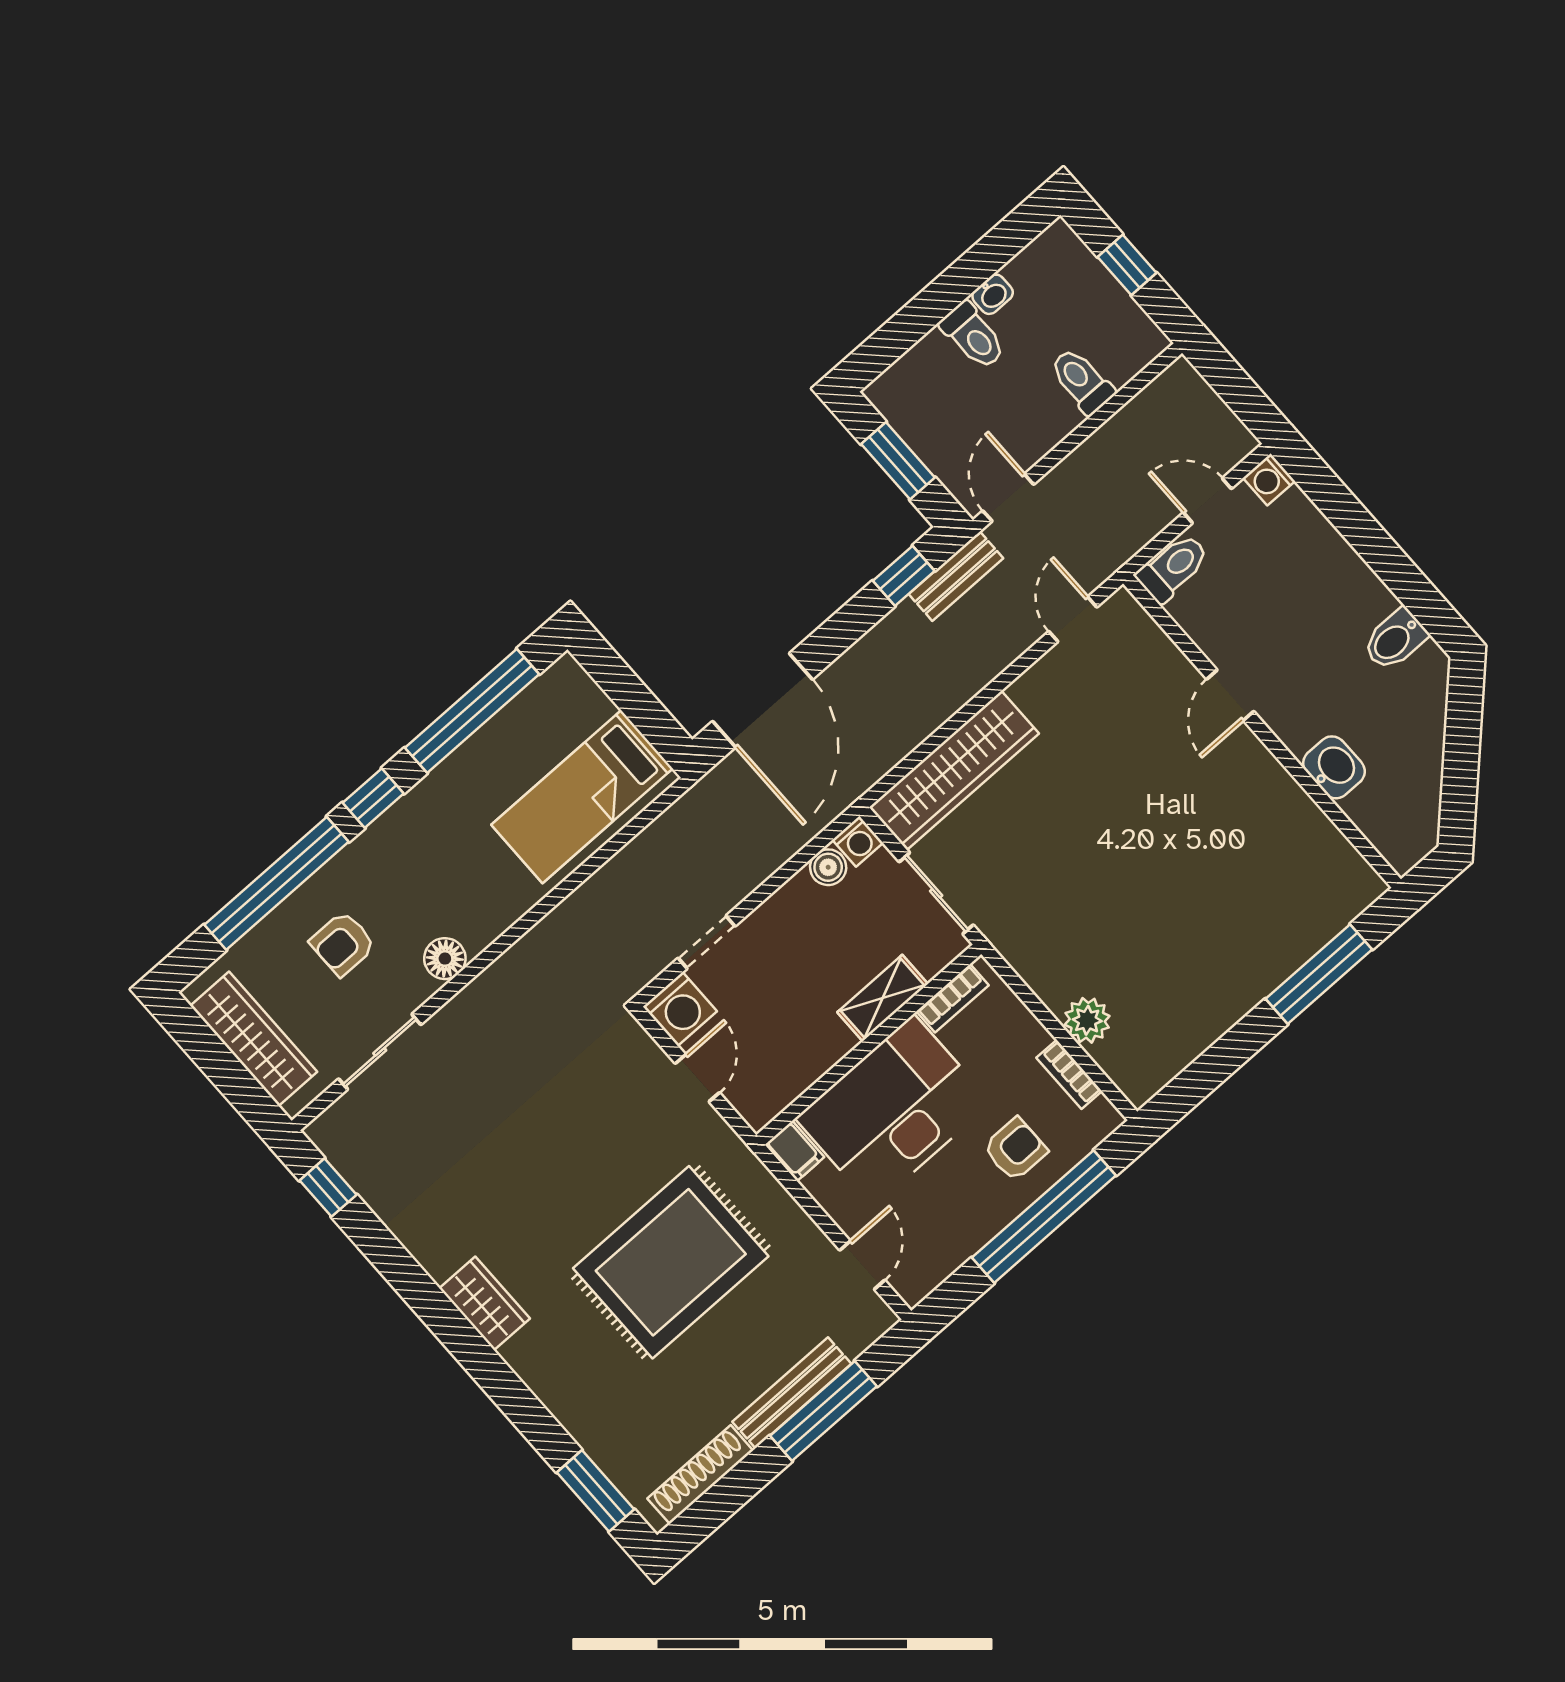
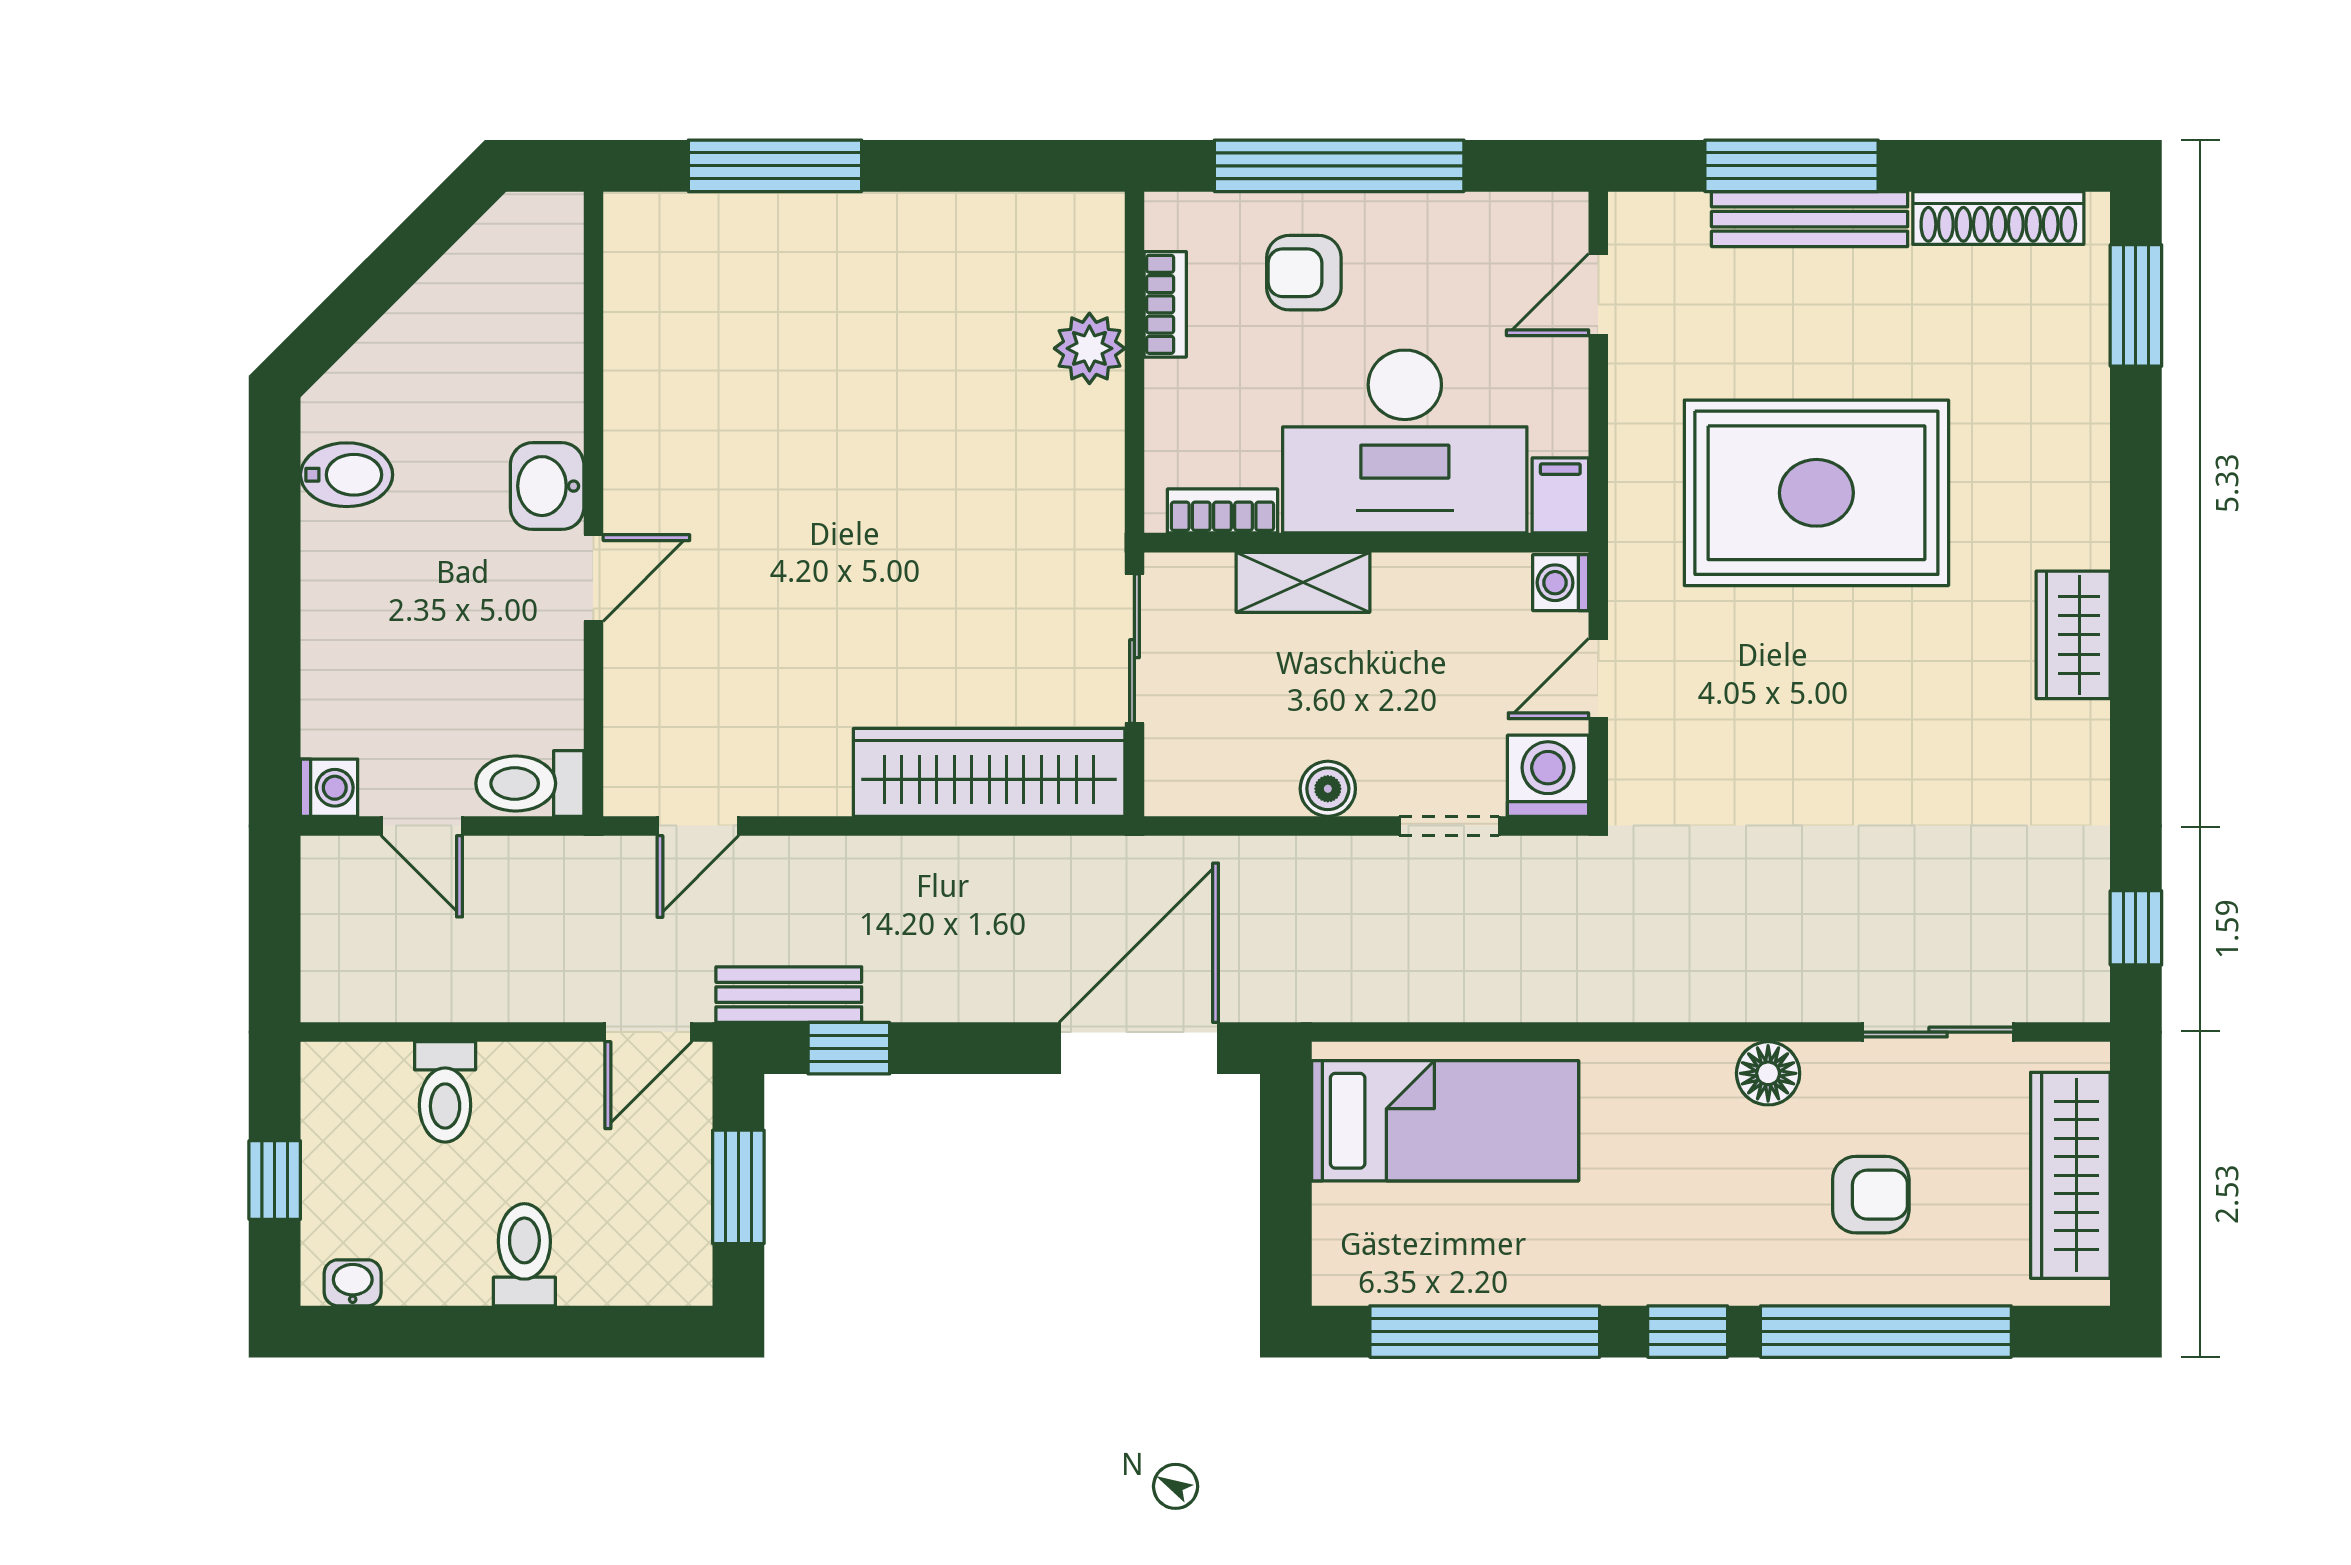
washbasin: (993, 294) -> (353, 1283), moved
washbasin: (1334, 767) -> (547, 486), moved
washing machine: (858, 841) -> (1561, 583), moved, turned -90
boiler: (828, 867) -> (1328, 789), moved

